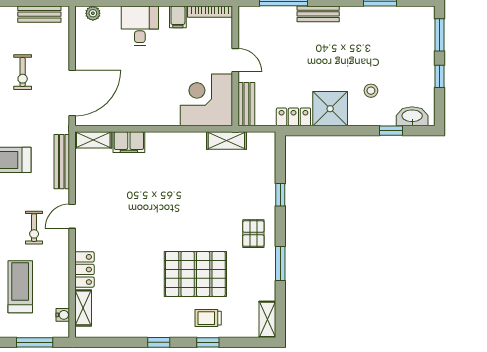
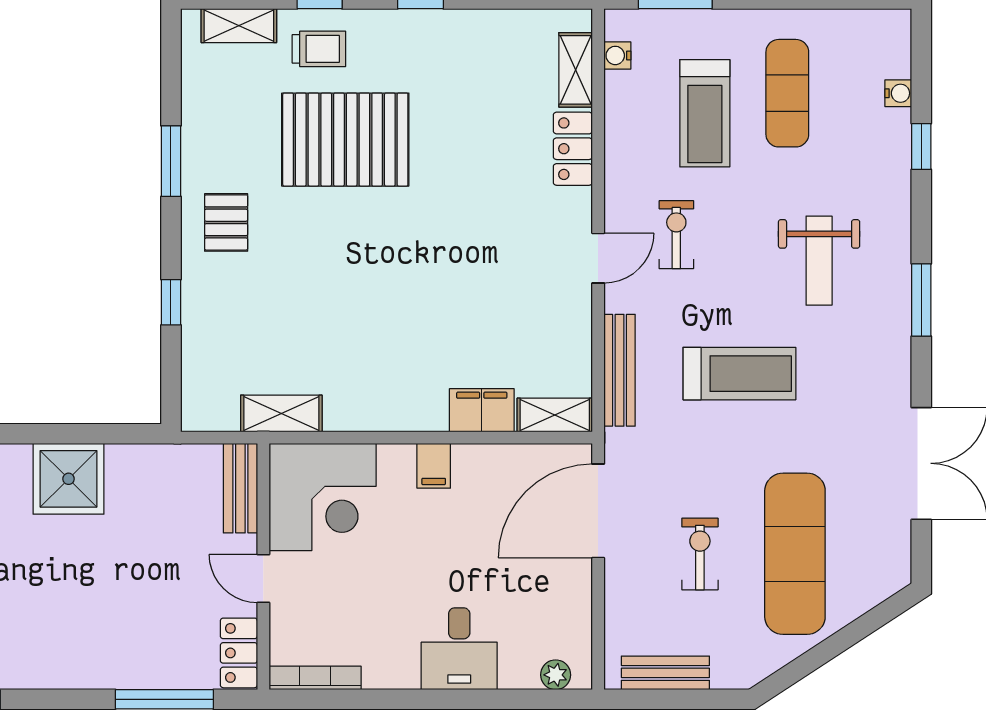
bench: (318, 14) -> (93, 673), removed
filing cabinet: (178, 17) -> (434, 466), moved, turned 180
locker: (293, 117) -> (239, 653), moved, turned 90
shelving: (267, 319) -> (239, 26), moved, turned 90

